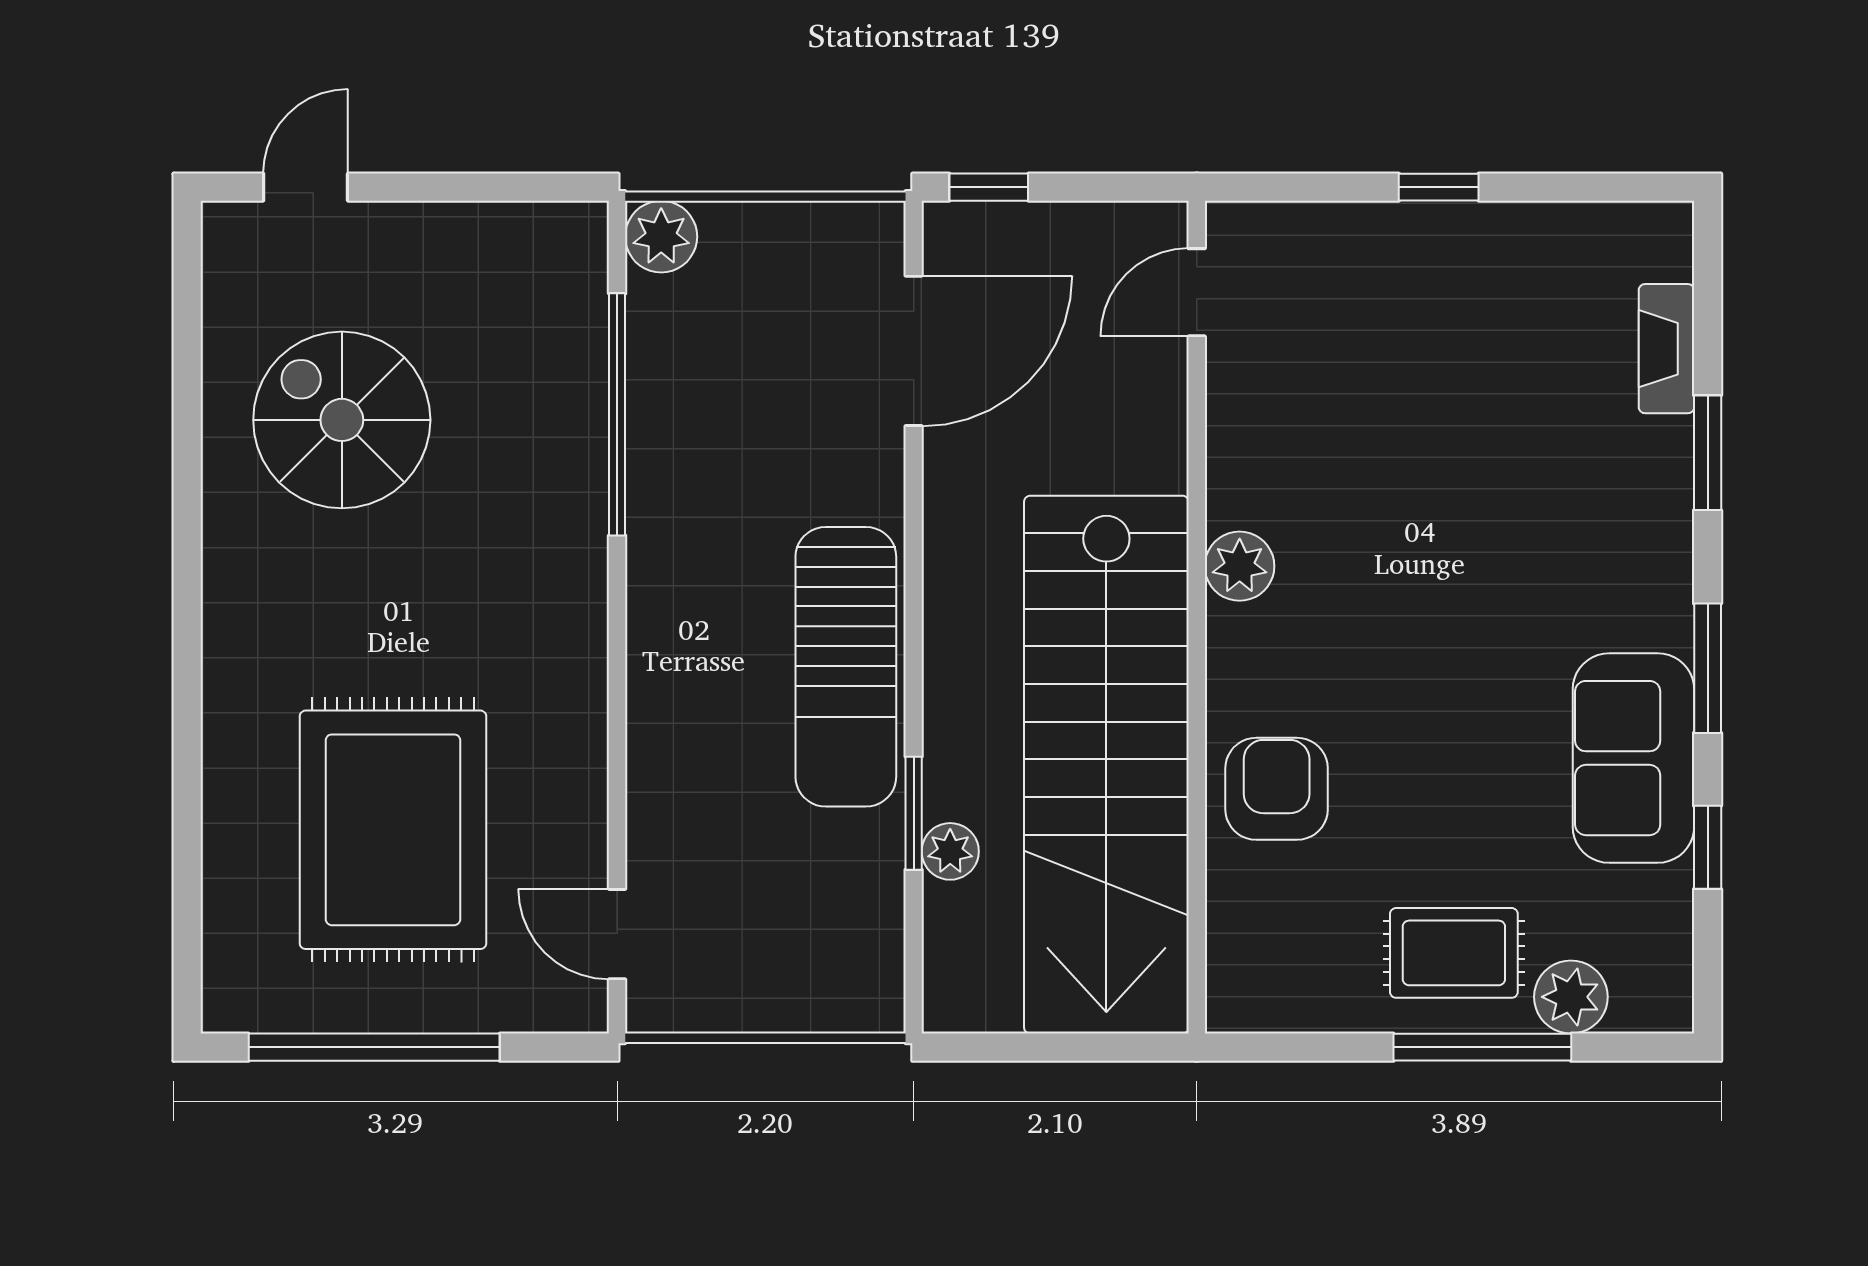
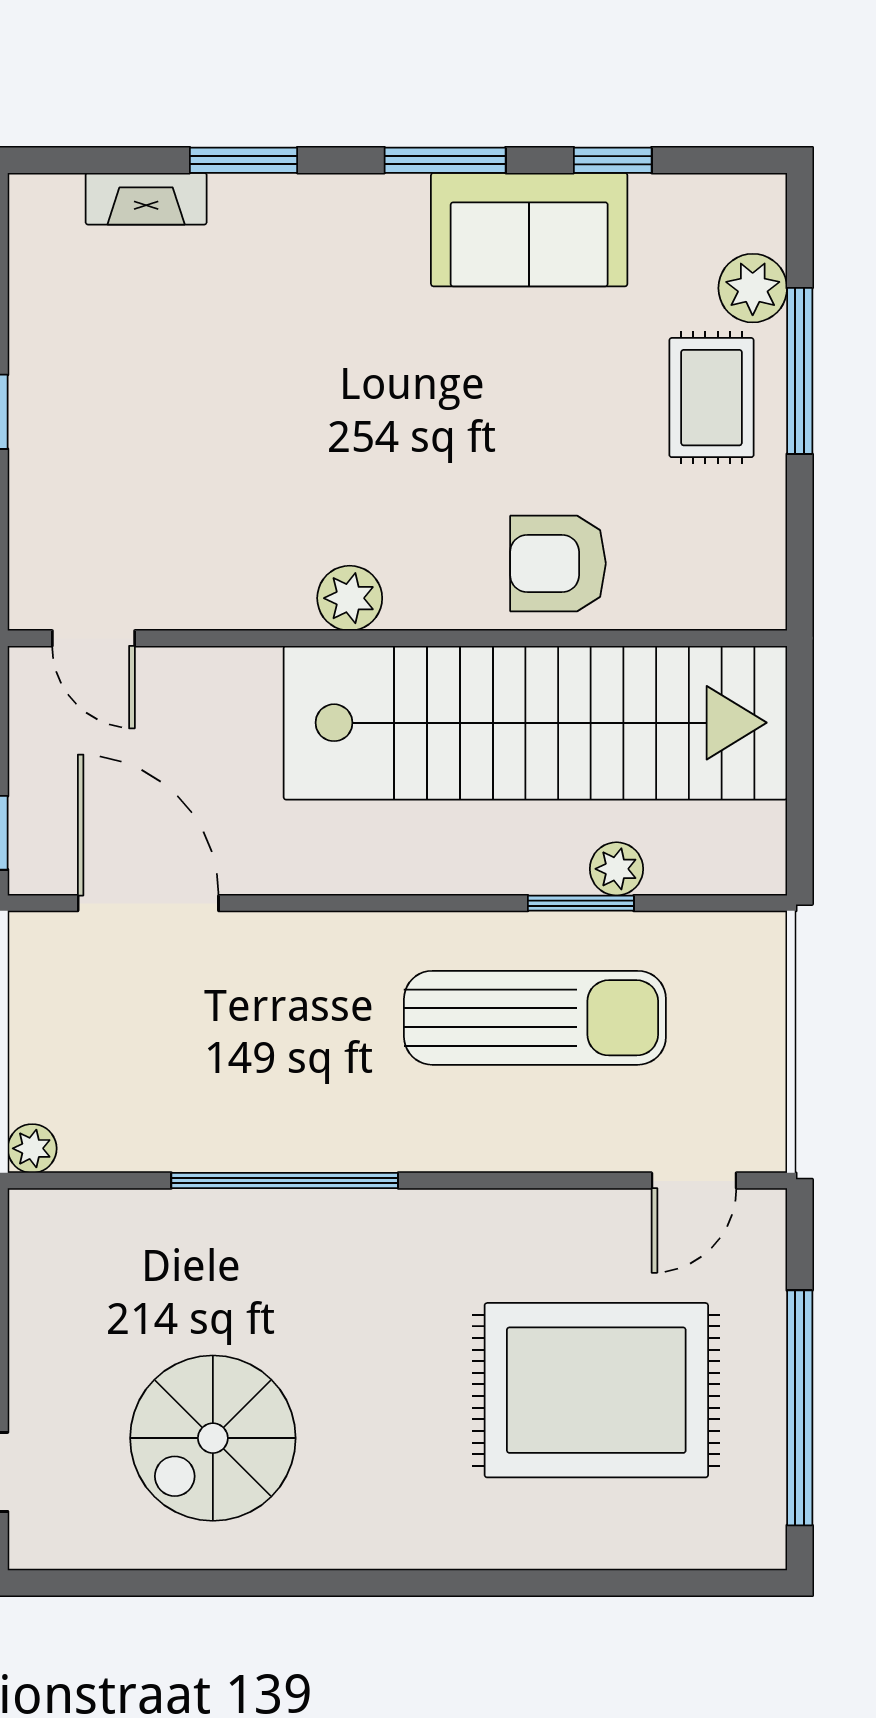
plant: (661, 237) -> (32, 1148), width x0.73, depth x0.73
window: (617, 414) -> (285, 1181), moved
sun lounger: (846, 667) -> (535, 1018), moved

